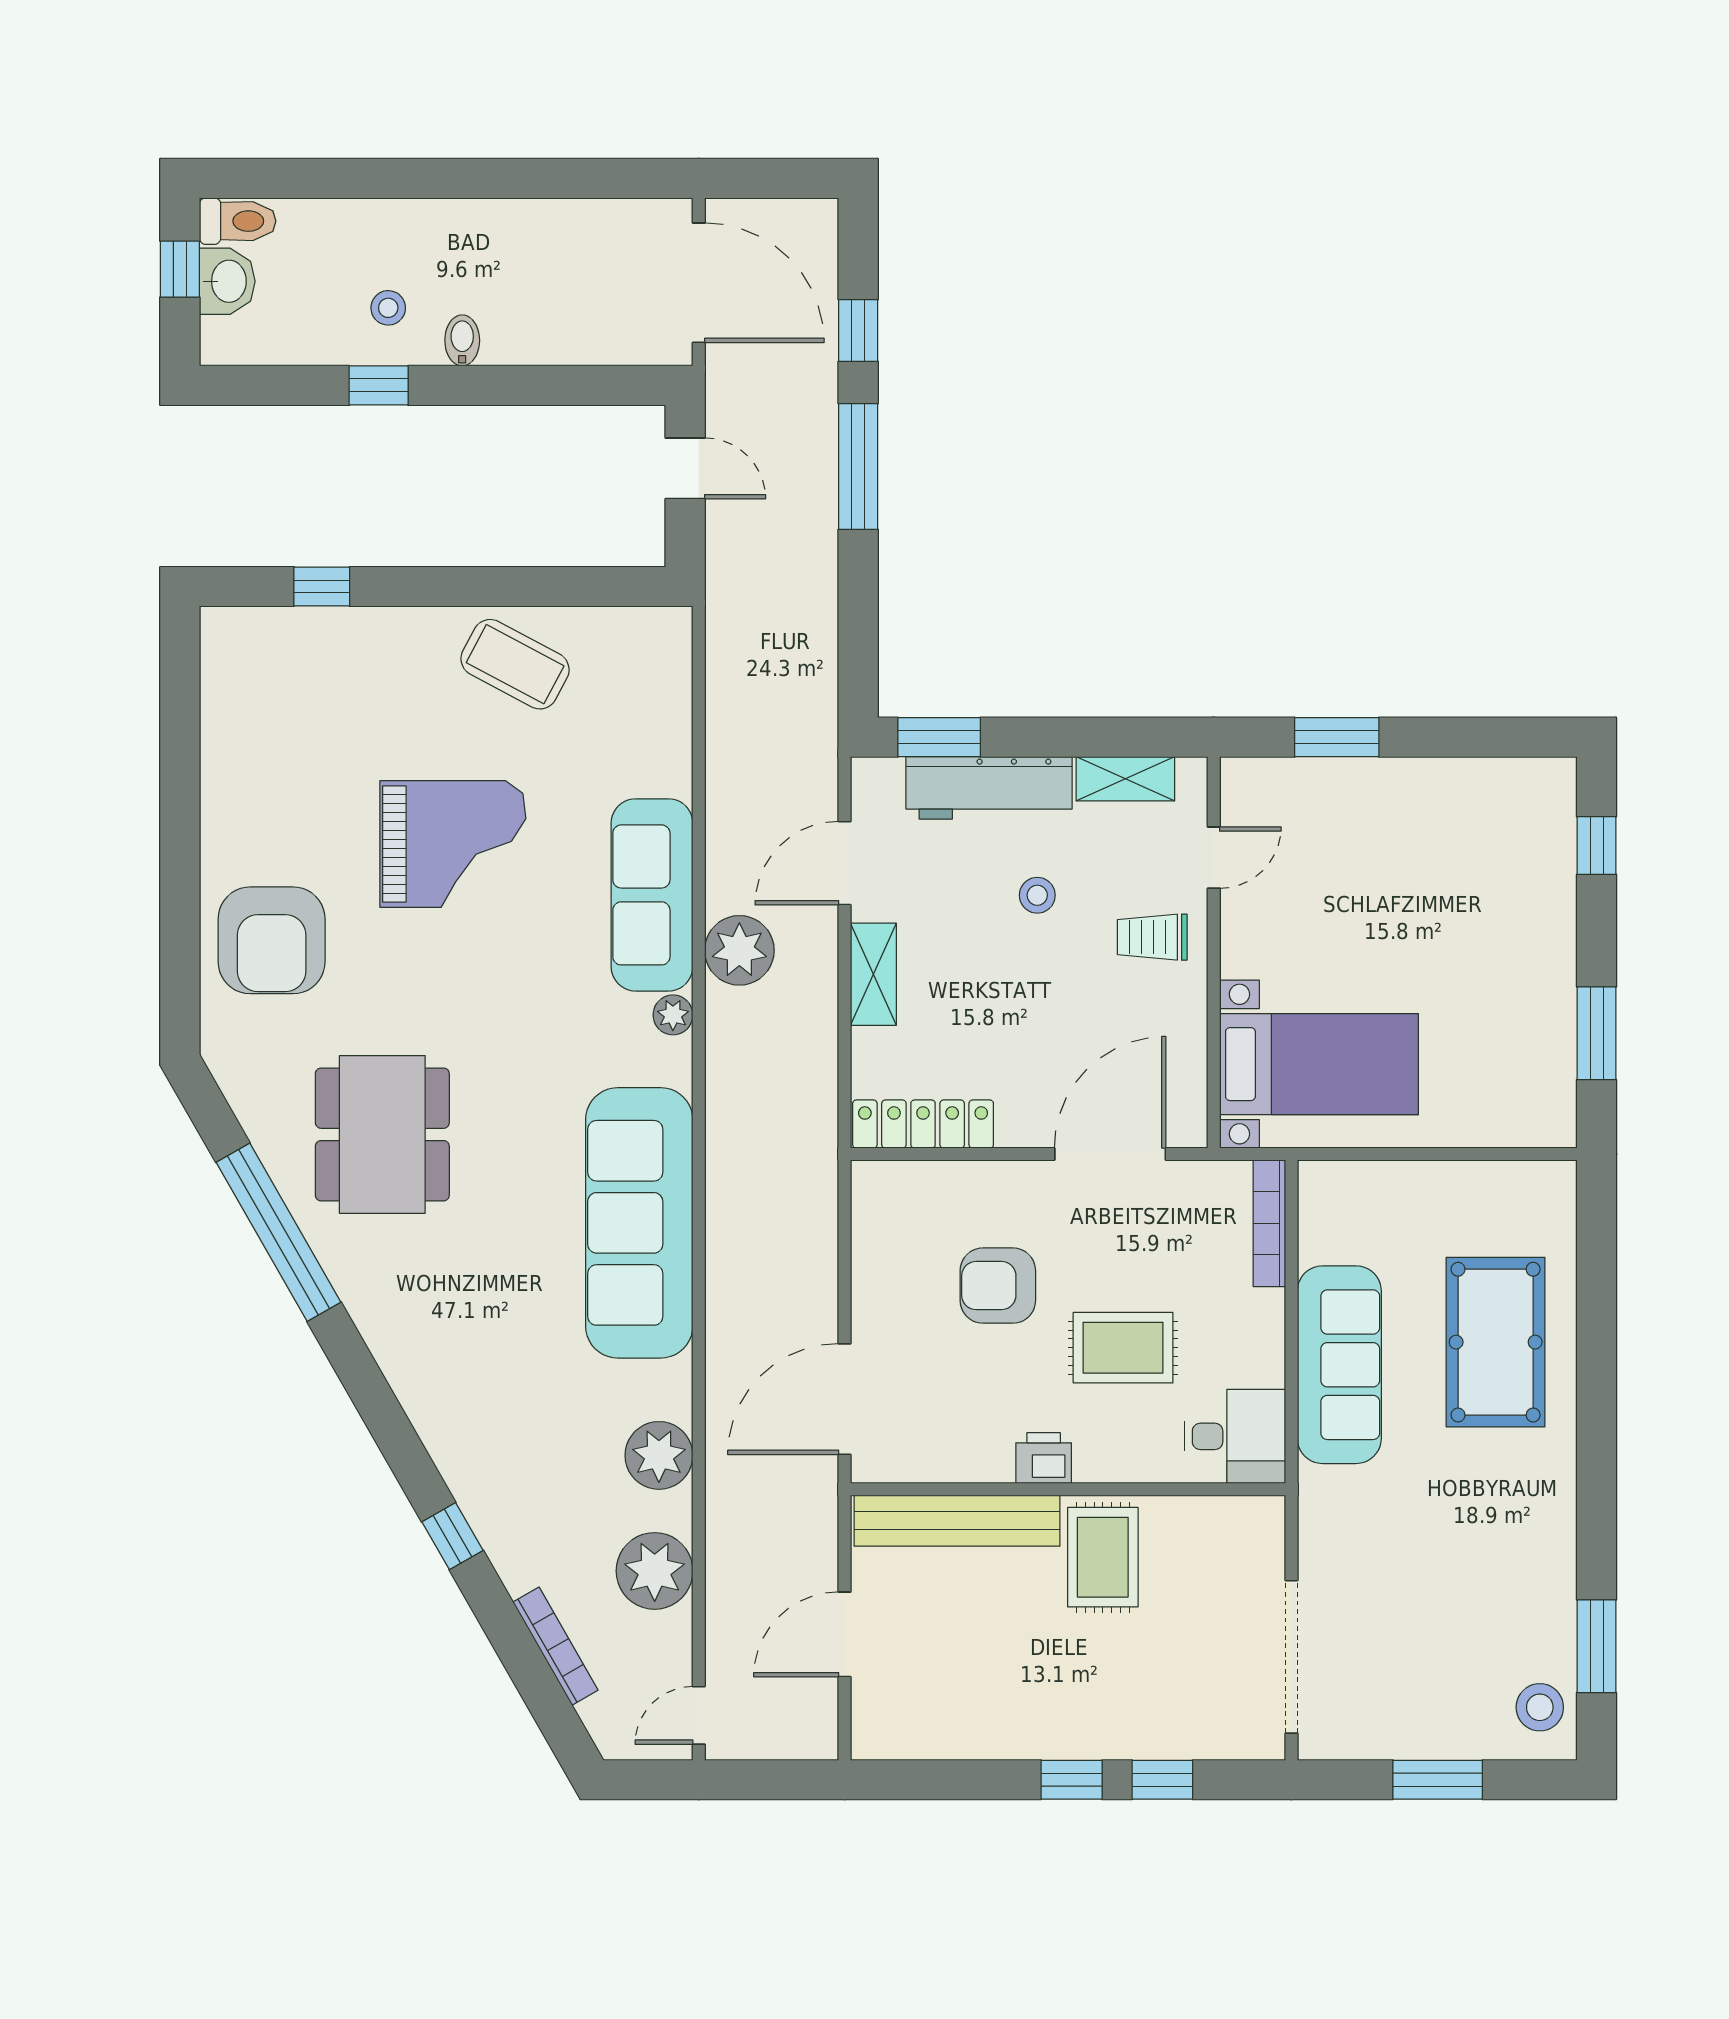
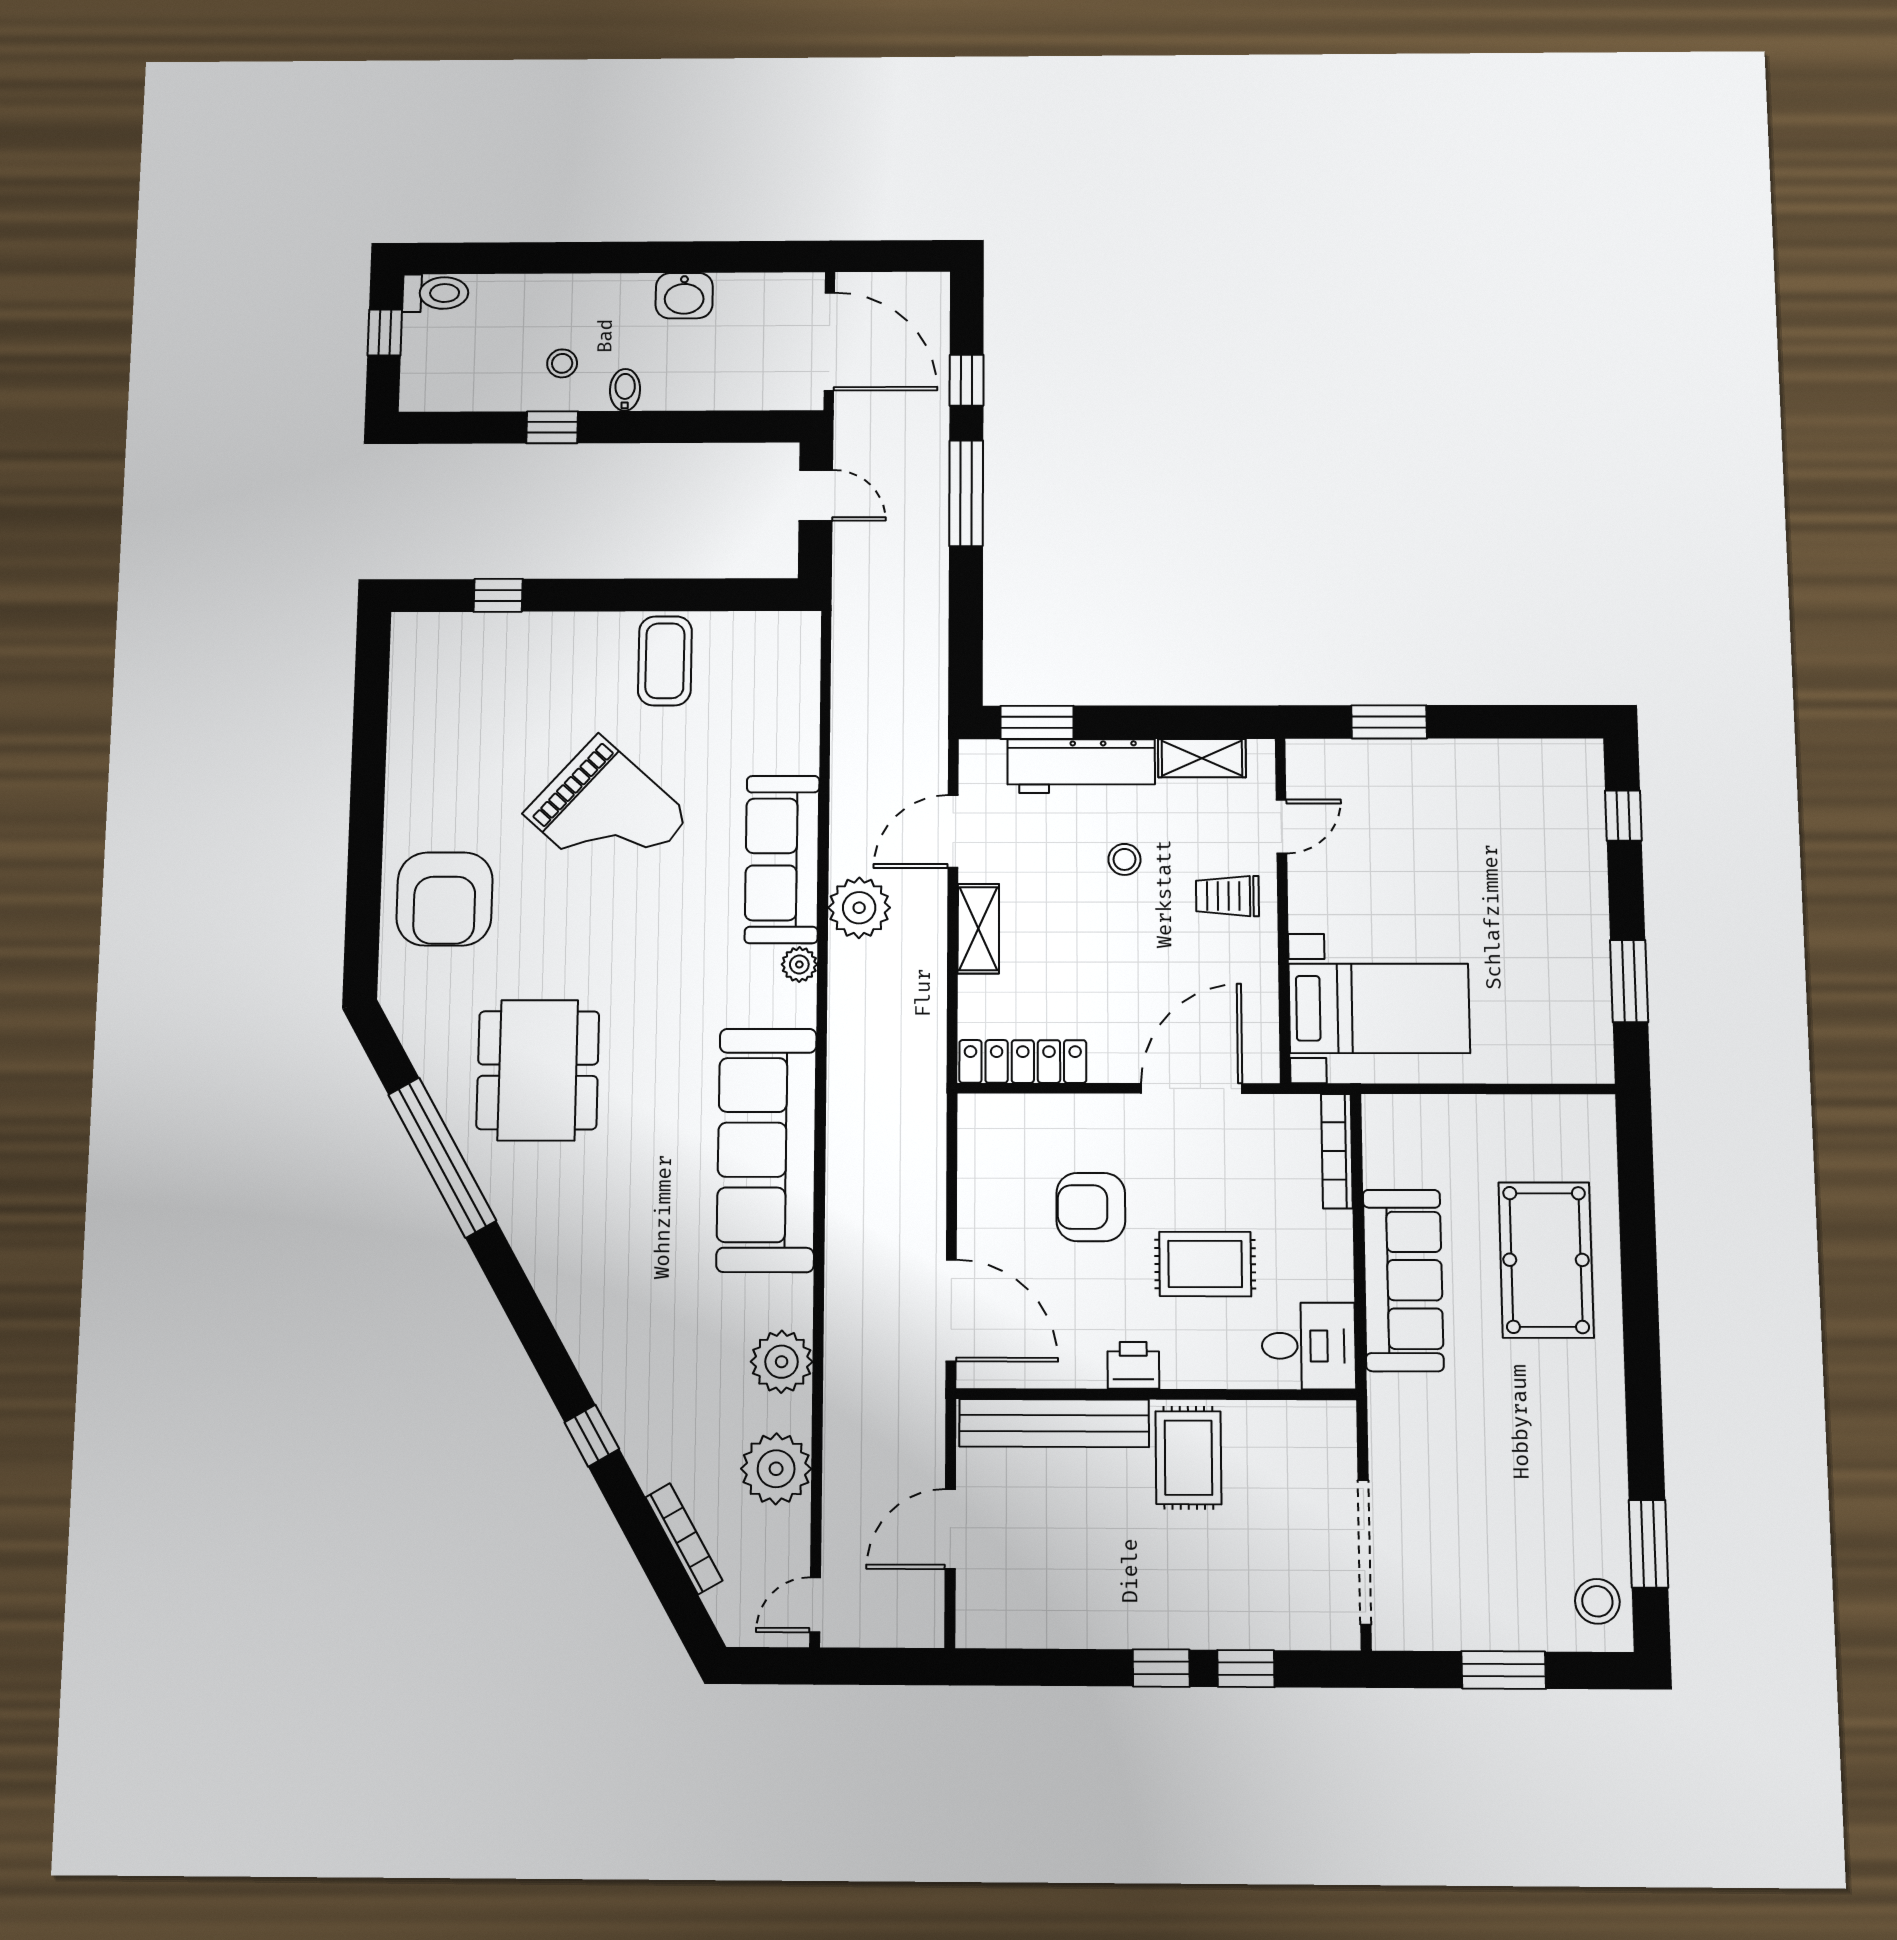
washbasin: (227, 281) -> (684, 296), moved, turned 90
coffee table: (515, 664) -> (665, 661), turned 62
grand piano: (453, 844) -> (607, 815), turned 42
door: (844, 1399) -> (951, 1310), swing flipped

